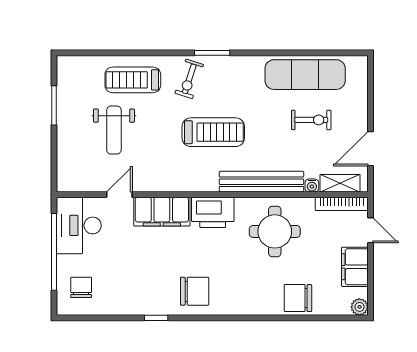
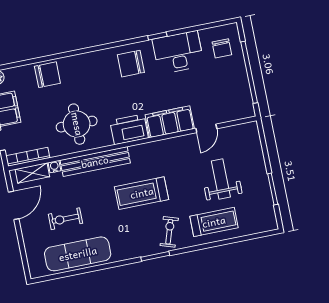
desk: (79, 225) -> (178, 52), moved, turned -90

